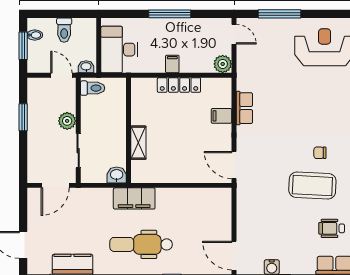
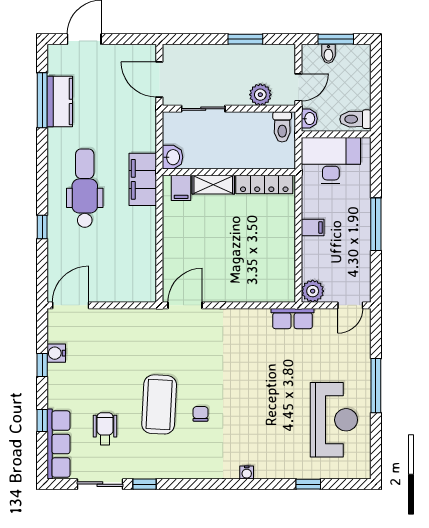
window: (280, 14) -> (376, 386), moved
toilet: (64, 30) -> (355, 119), moved
bidet: (35, 35) -> (328, 54), moved
locker: (179, 85) -> (264, 185), moved, turned -90
row of seats: (244, 108) -> (293, 319), moved
filing cabinet: (221, 116) -> (181, 188), moved, turned 180
plant: (67, 121) -> (260, 95), moved

